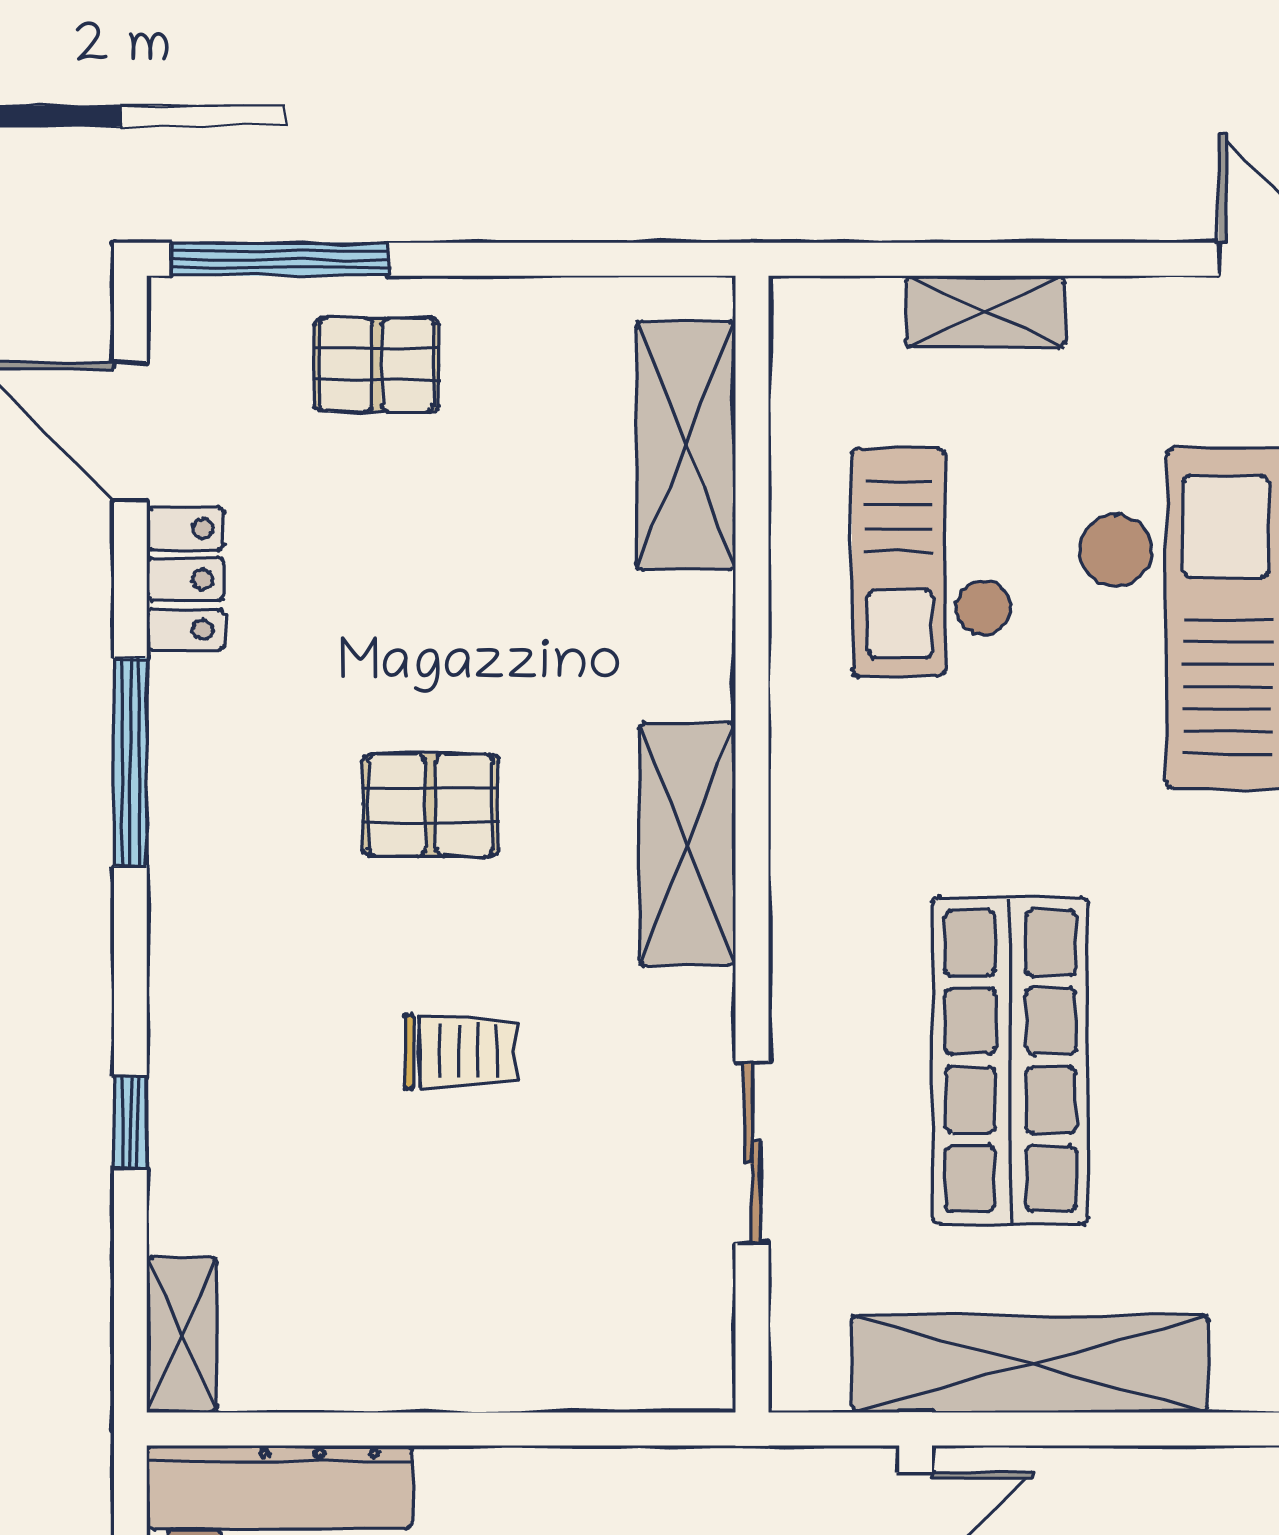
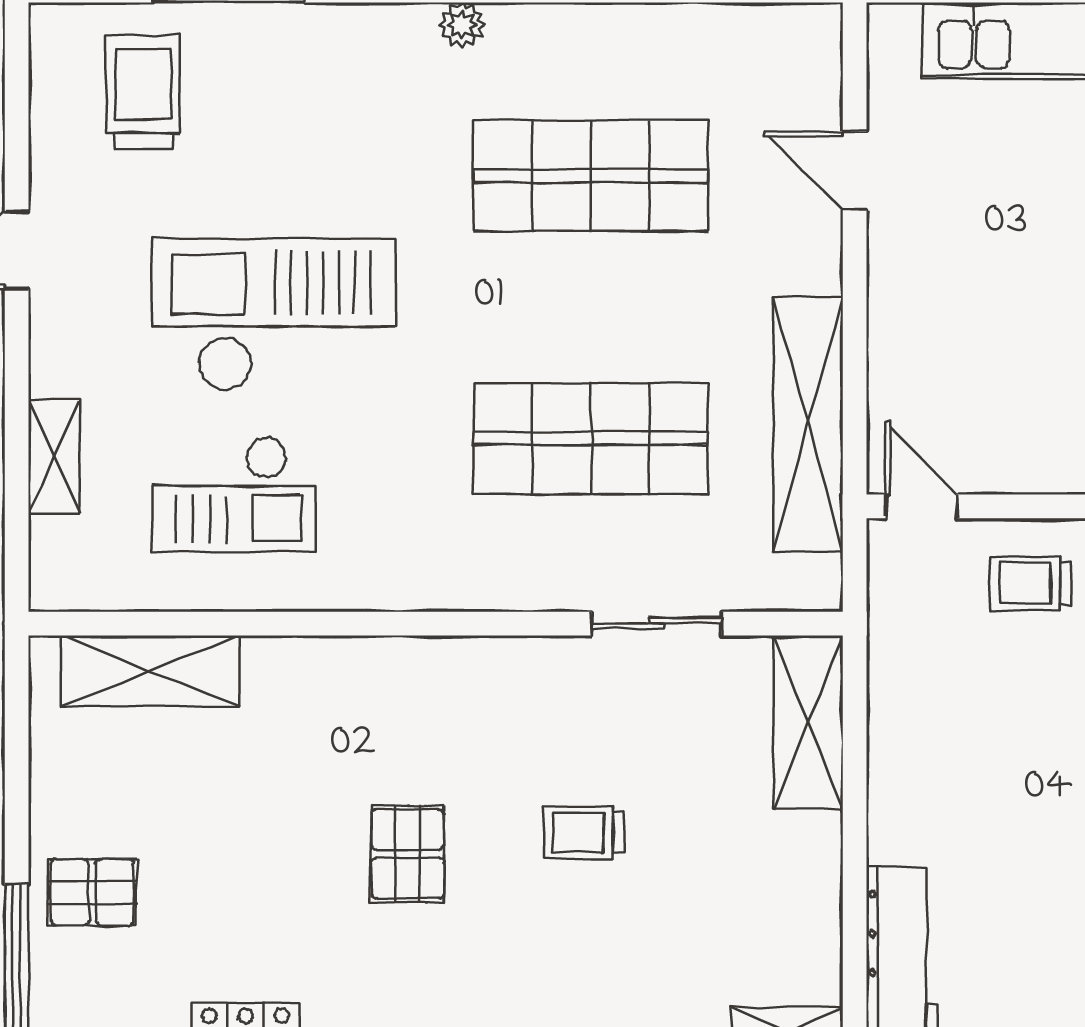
pallet: (377, 365) -> (92, 892), turned 90
shelving: (687, 844) -> (808, 722), moved, turned 90
trolley: (460, 1051) -> (584, 832), turned -90

